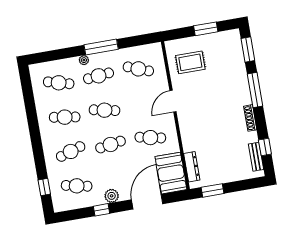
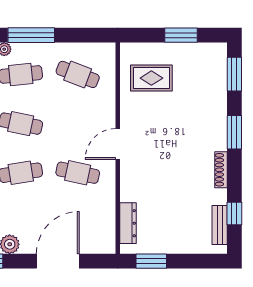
window: (255, 90) -> (234, 132), width x0.69
door: (173, 101) -> (118, 144), moved
booth: (171, 173) -> (98, 227), removed

